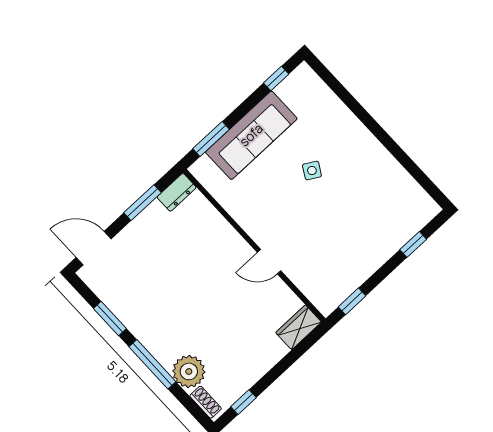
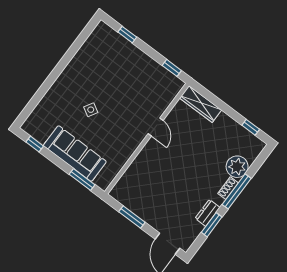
dresser: (177, 192) -> (208, 213), moved, turned -90
wardrobe: (299, 327) -> (201, 104), width x1.50
shoe rack: (206, 402) -> (228, 188), moved

